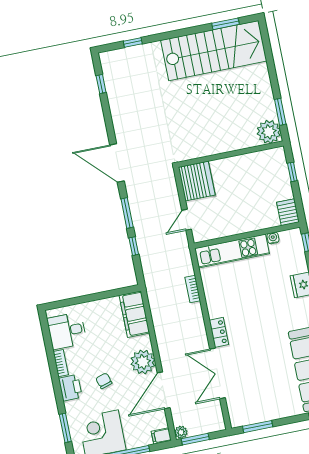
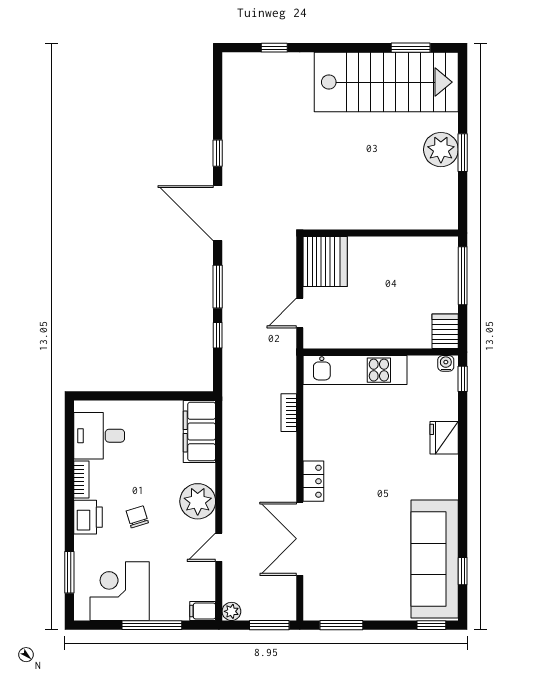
window: (101, 84) -> (218, 153), moved
window: (280, 112) -> (463, 153), moved
plant: (269, 132) -> (441, 150), moved
window: (292, 172) -> (463, 276), width x2.17
water cooler: (273, 238) -> (446, 363), moved
door: (164, 390) -> (219, 547), width x0.53
window: (195, 439) -> (269, 625), moved

